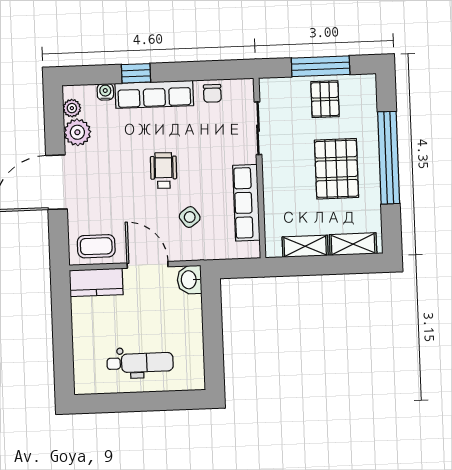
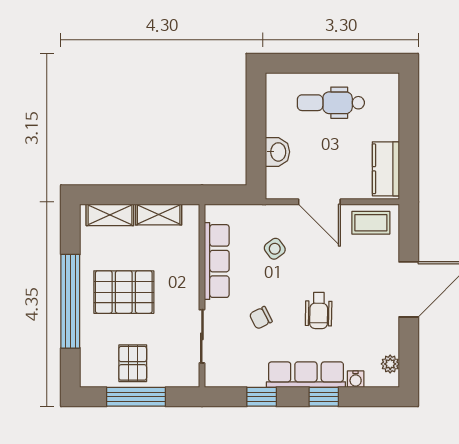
window: (197, 71) -> (262, 397), added
chair: (212, 93) -> (261, 318), moved, turned -117
plant: (77, 132) -> (386, 339), removed
pallet: (337, 169) -> (124, 292), turned 90
wheelchair: (164, 170) -> (319, 310), moved
washbasin: (189, 280) -> (277, 152), moved
kitchen counter: (96, 282) -> (386, 169), moved, turned -90

